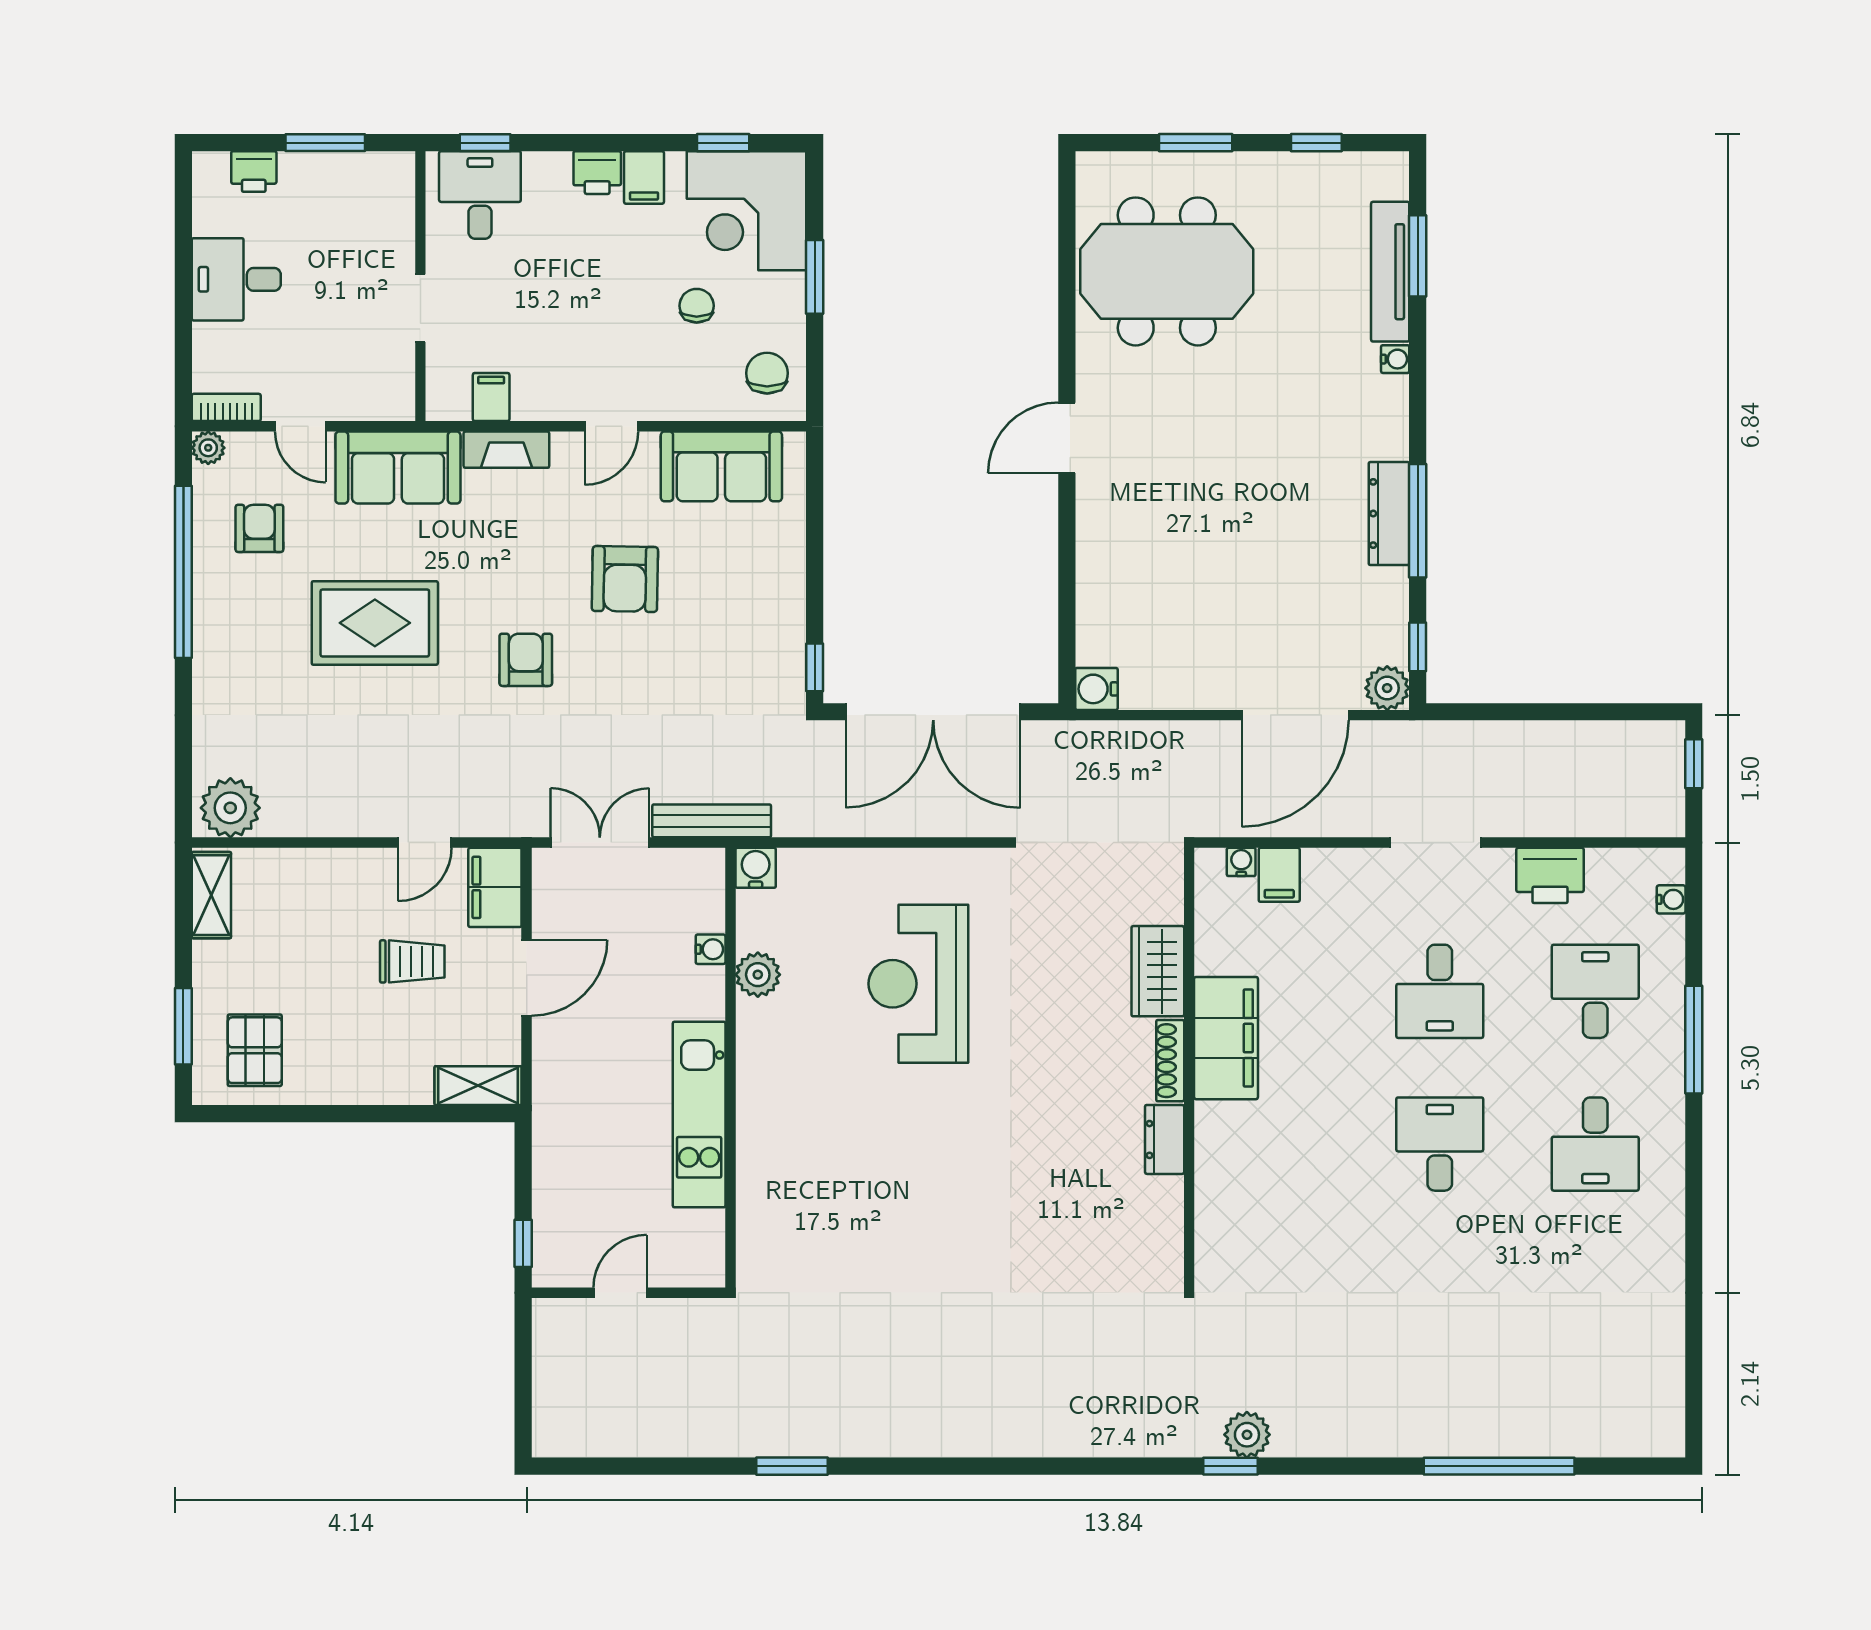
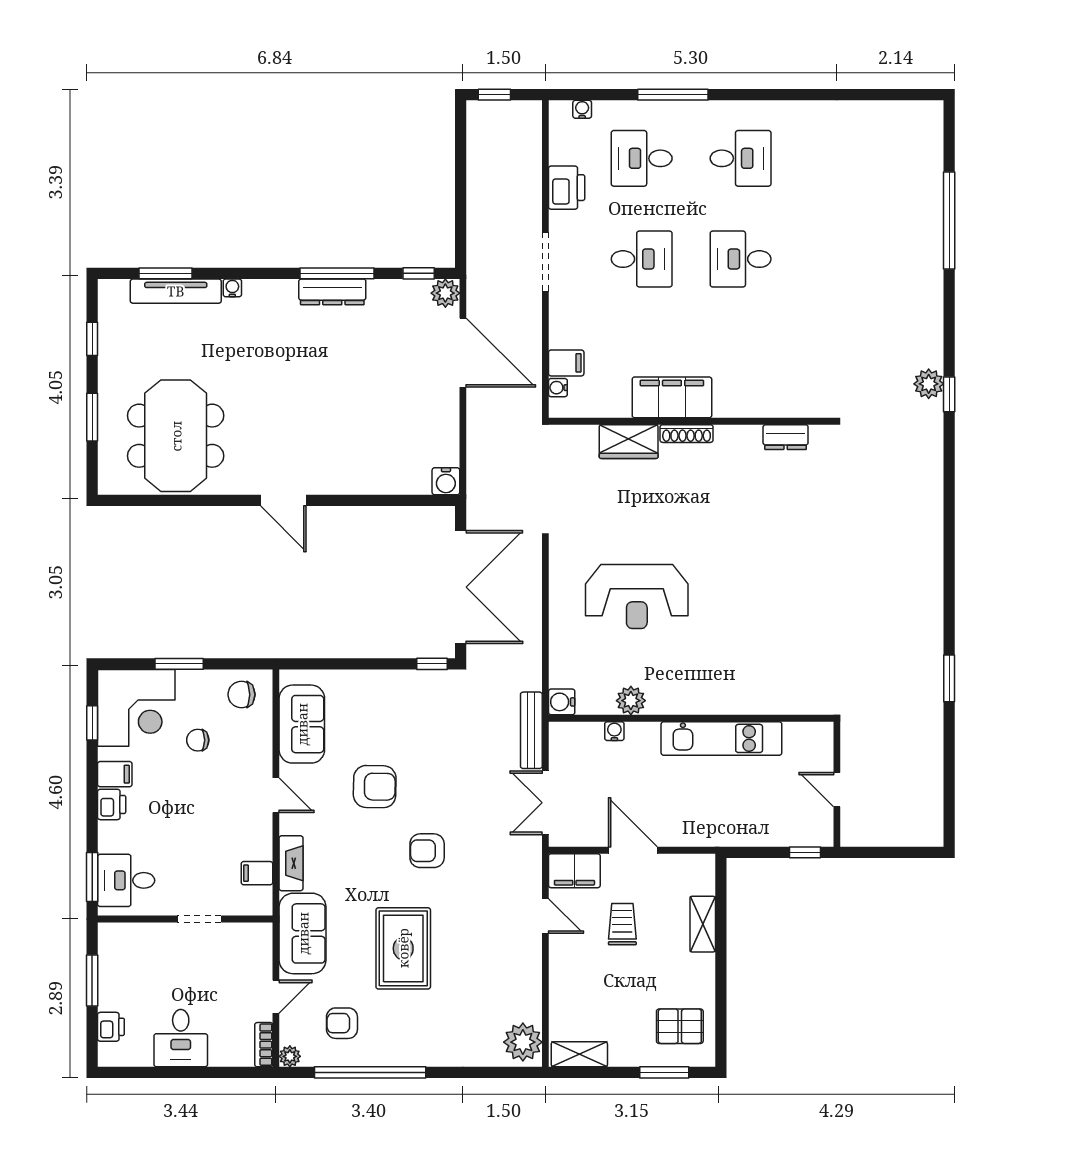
window: (485, 143) -> (92, 877), width x1.50
shelving: (478, 1086) -> (703, 924), moved
dresser: (1165, 1139) -> (786, 437), moved

